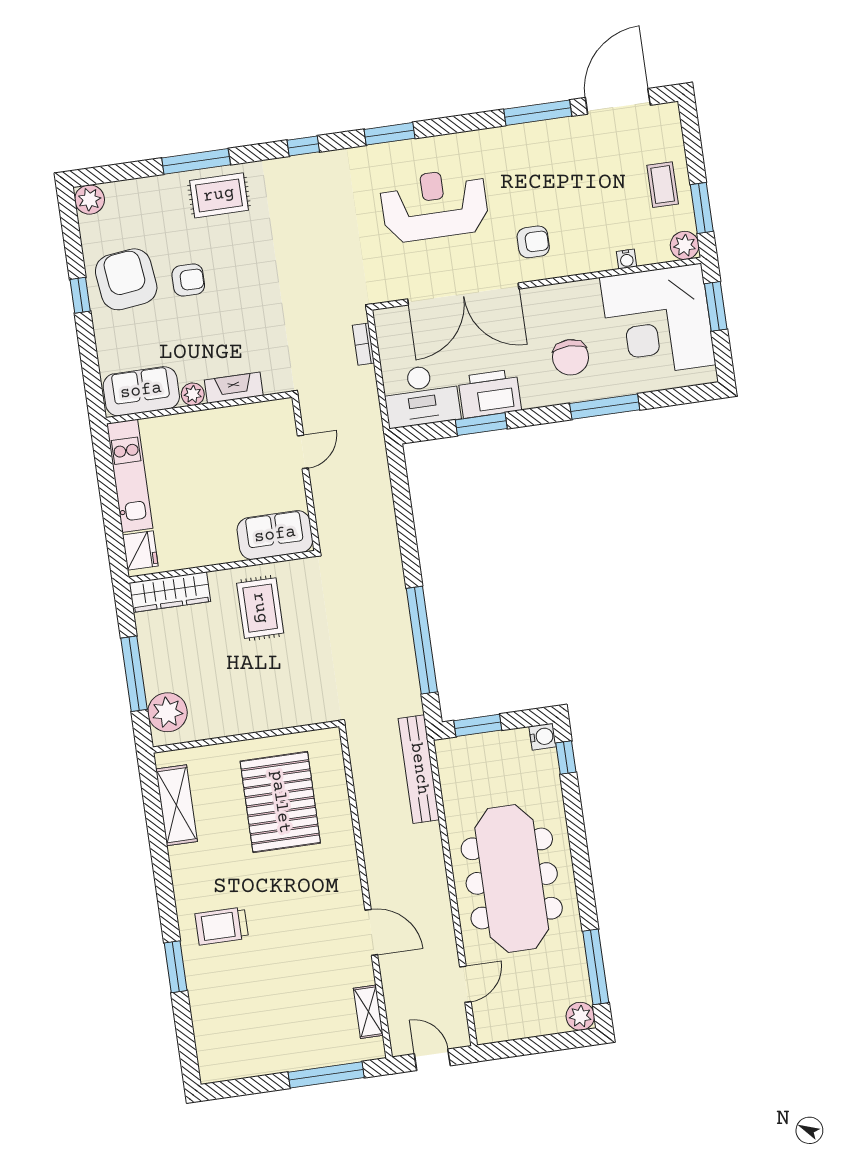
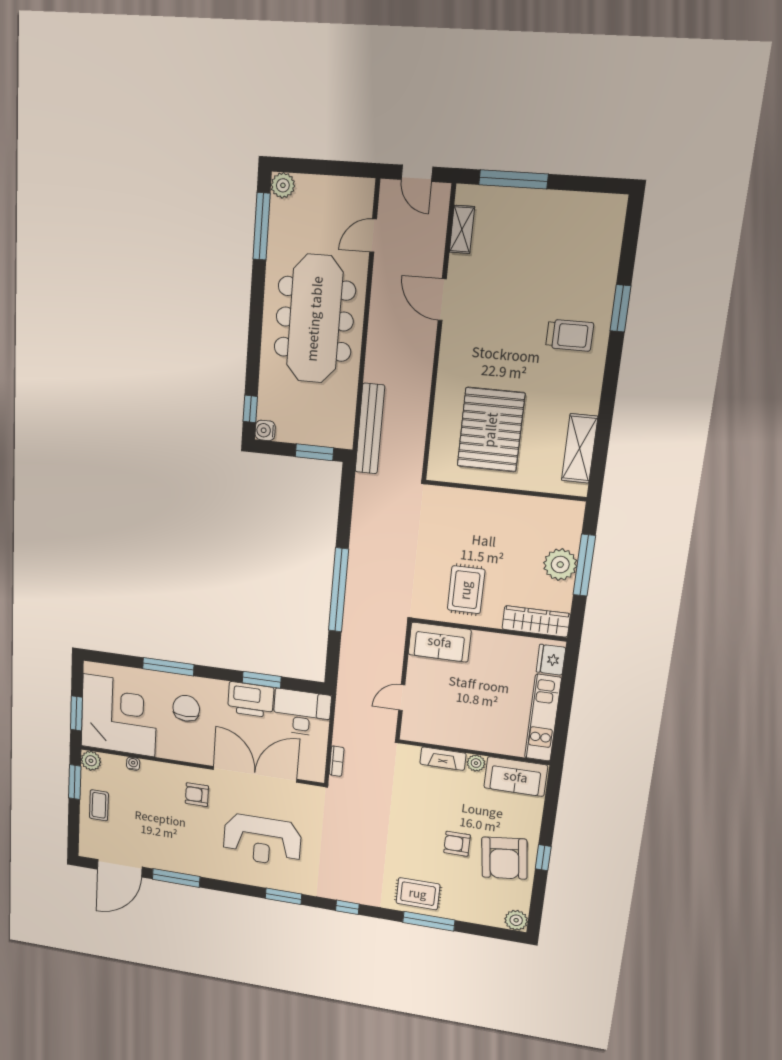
window: (422, 640) -> (339, 590), moved
plant: (167, 712) -> (560, 565), moved

